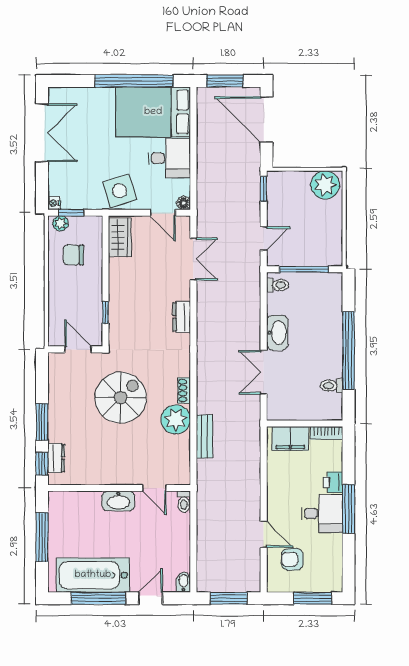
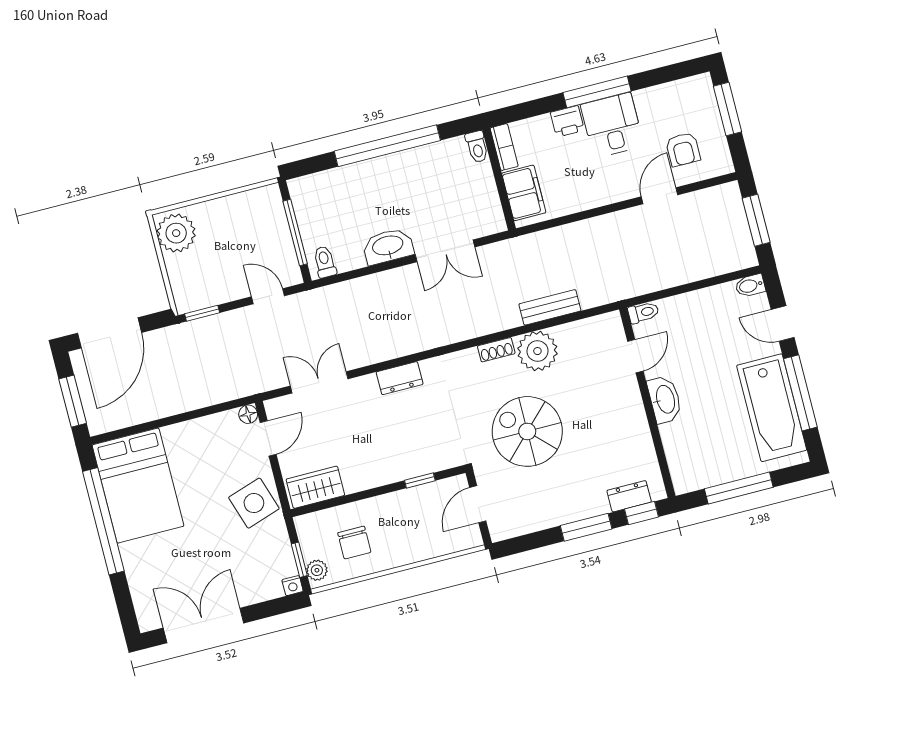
desk: (169, 158) -> (194, 448), removed
toilet: (332, 386) -> (477, 147), moved

